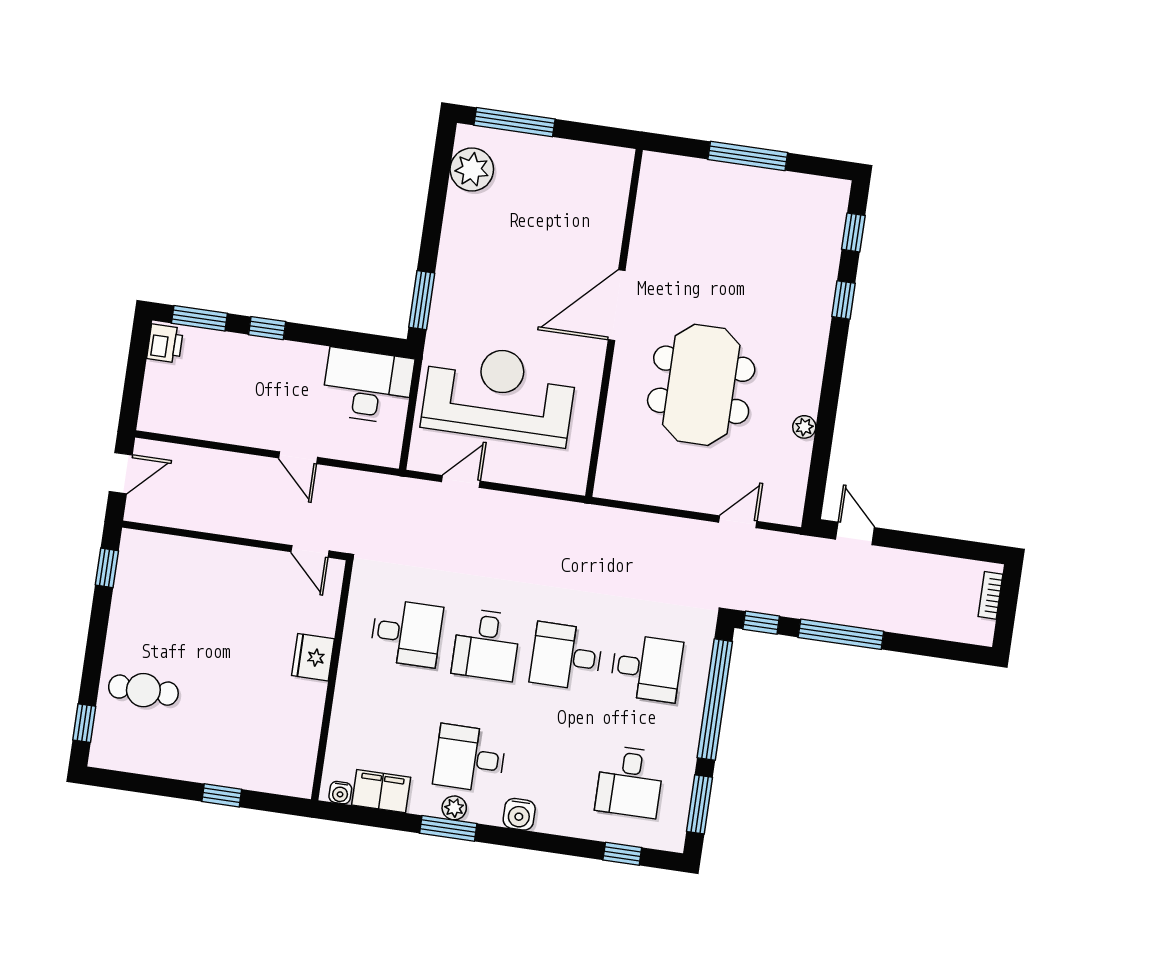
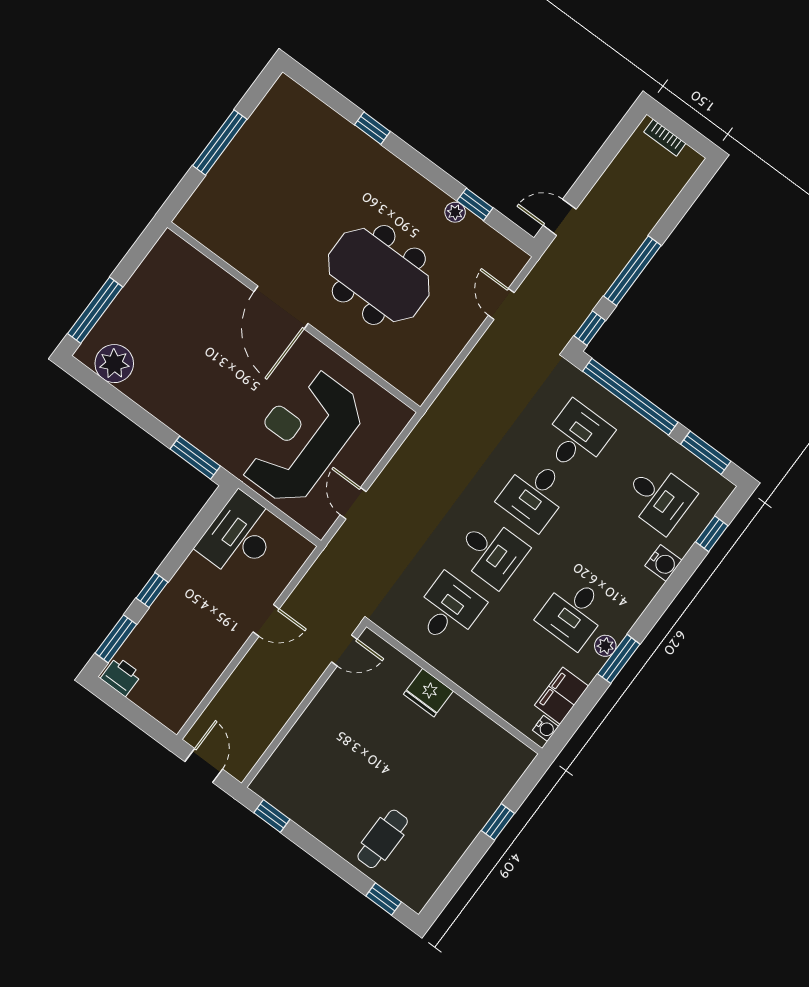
window: (853, 232) -> (475, 204), moved
water cooler: (519, 814) -> (663, 563), moved

